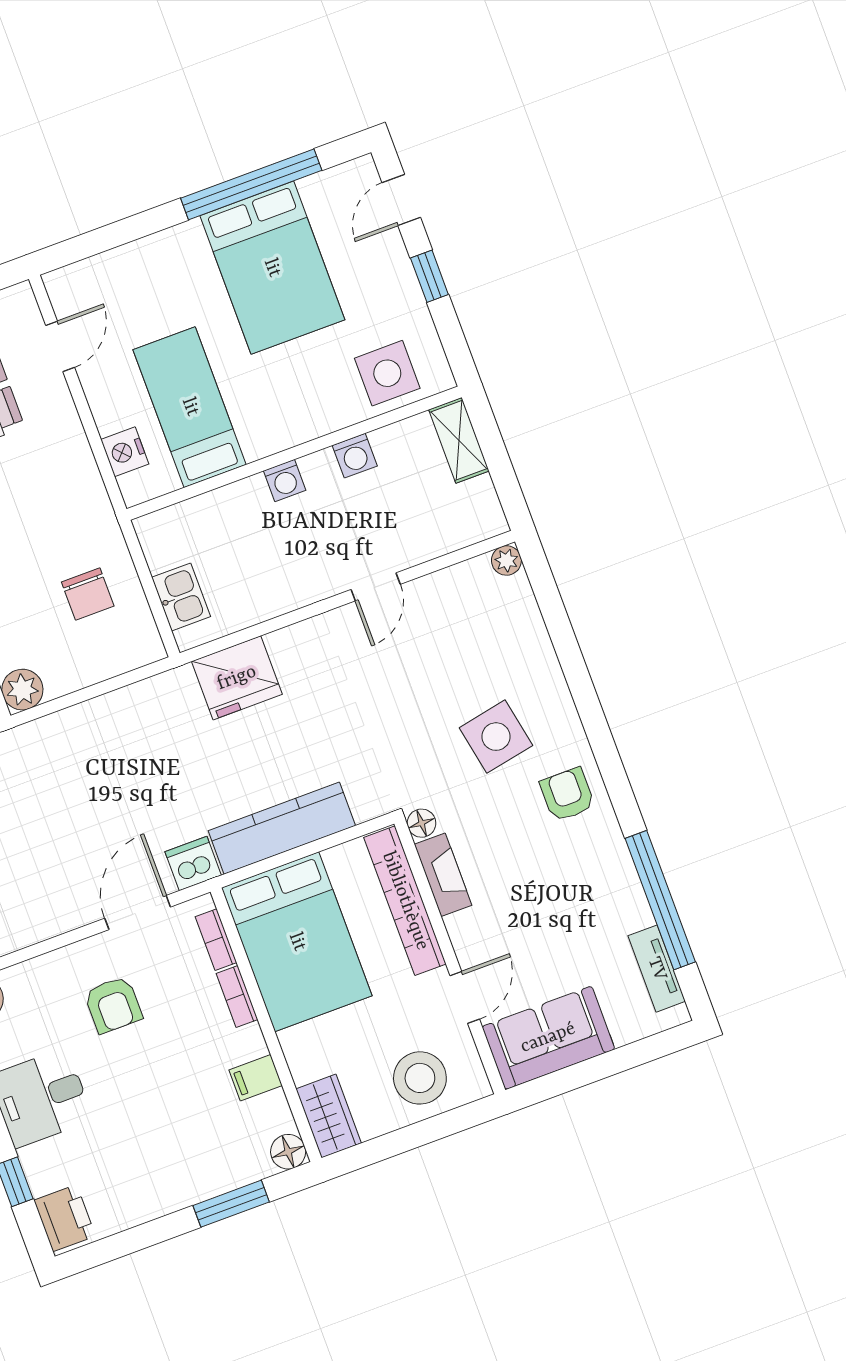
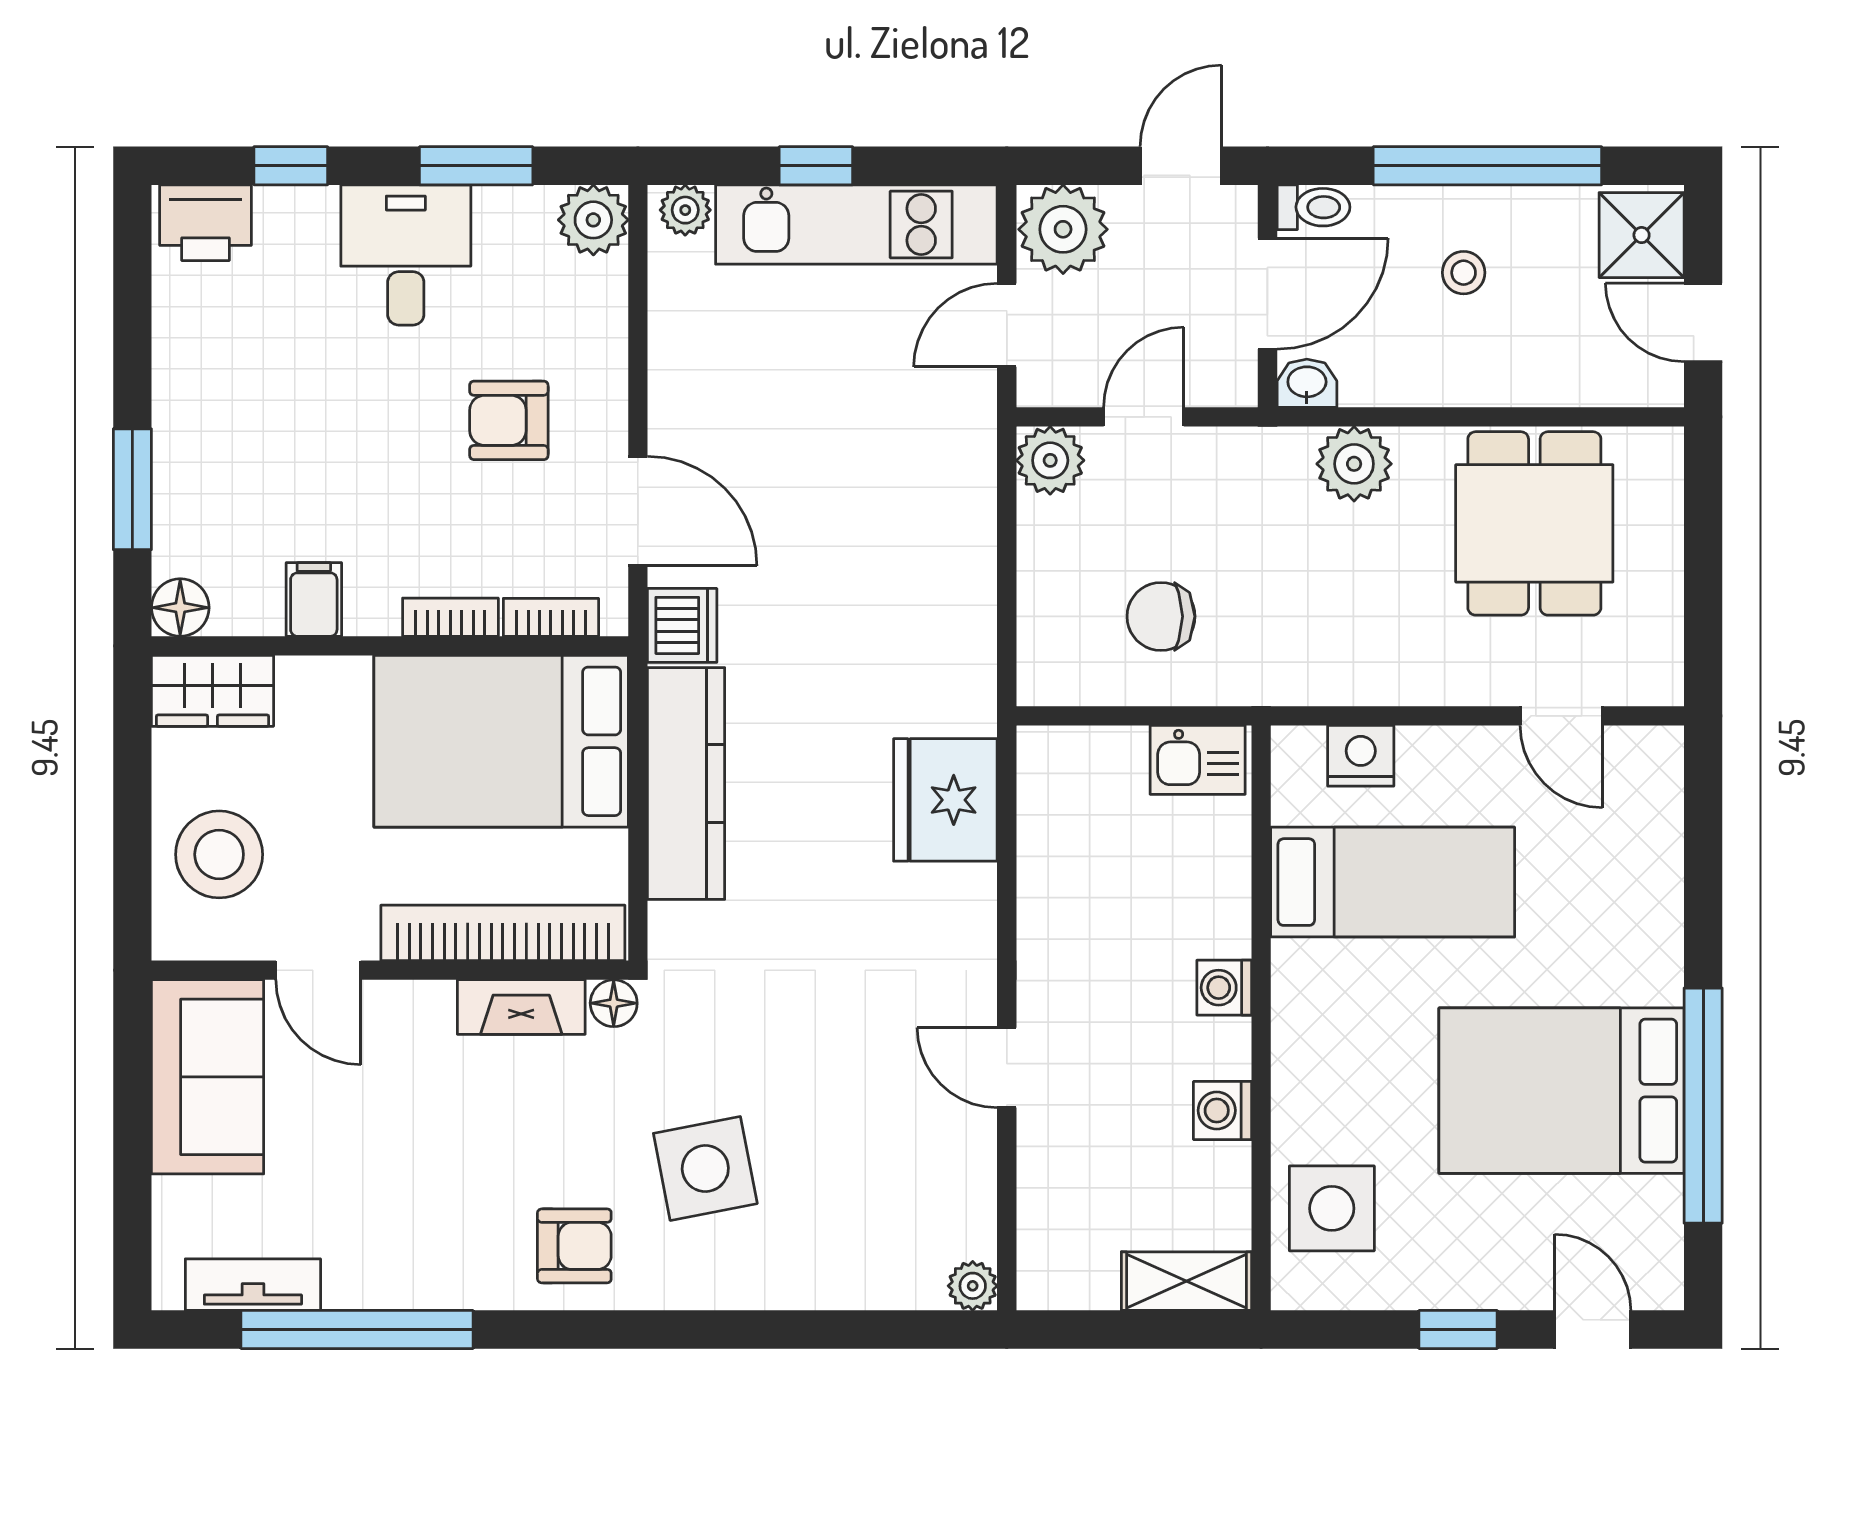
kitchen sink: (181, 597) -> (1198, 760), moved

